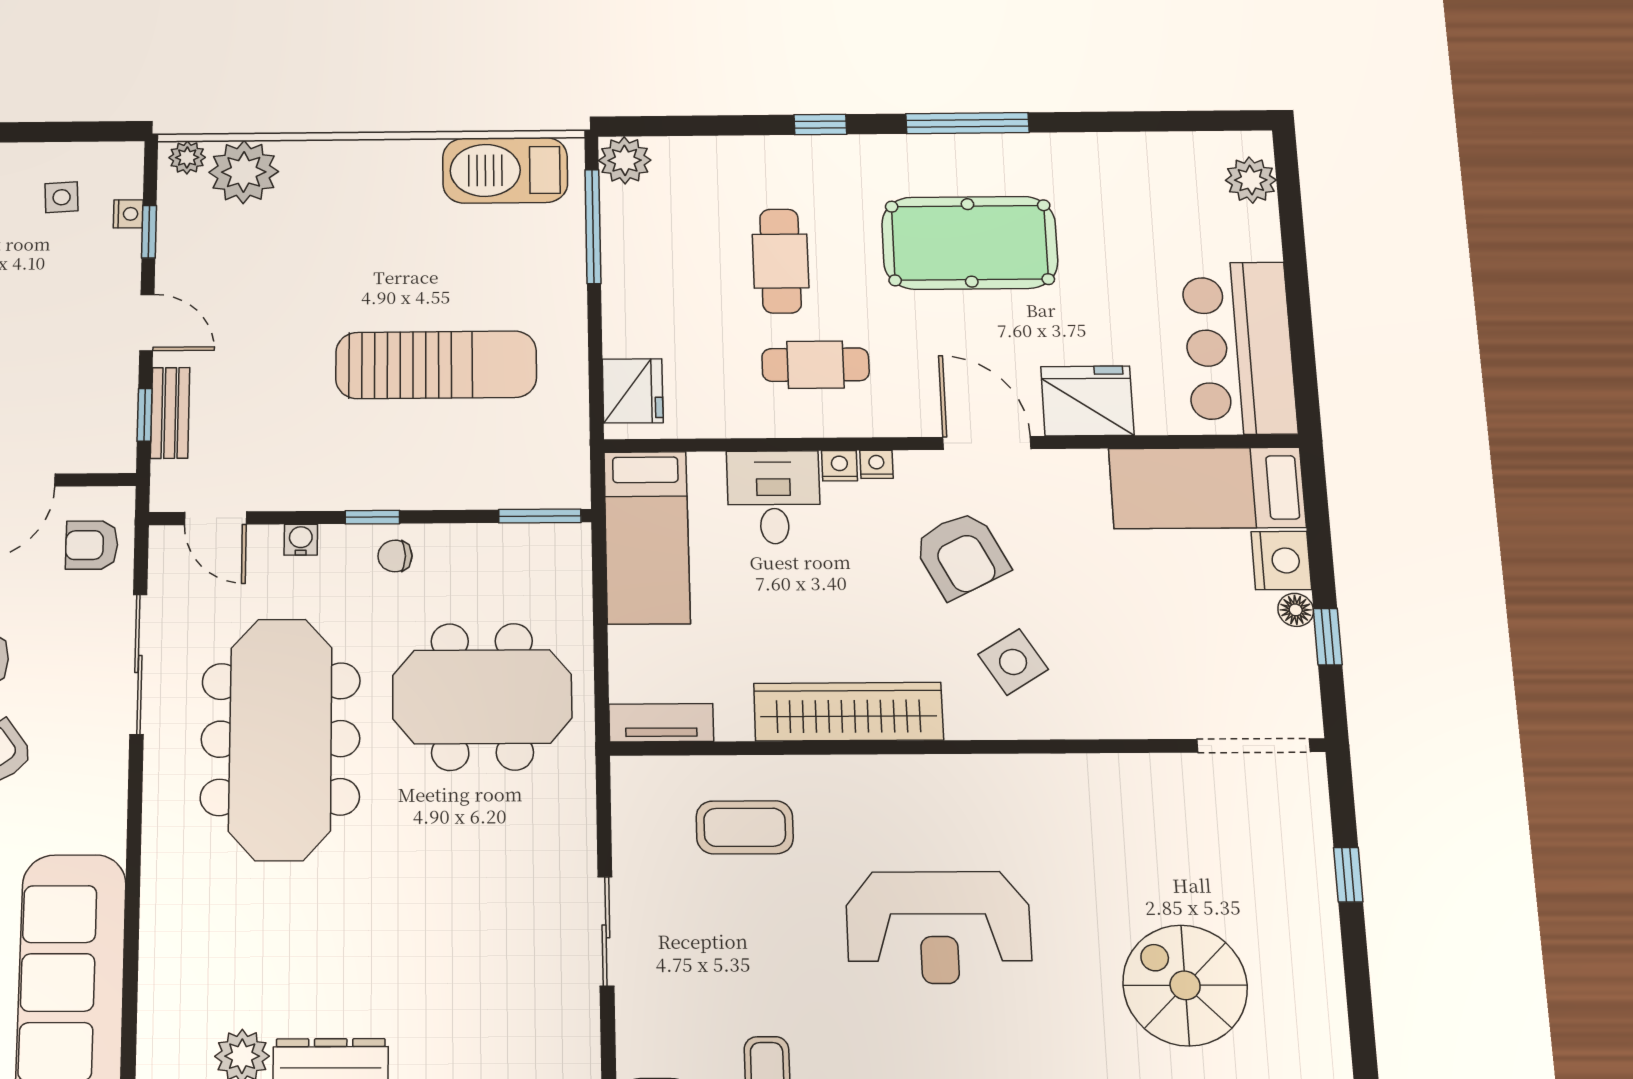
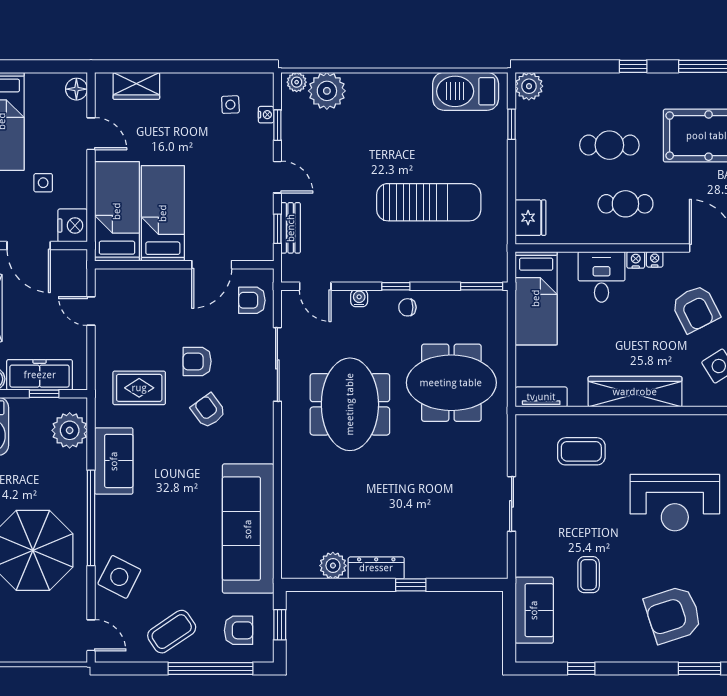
window: (593, 226) -> (512, 124), width x0.46
cafe table: (781, 261) -> (609, 145), turned 90
meeting table: (280, 739) -> (350, 404), width x0.73

